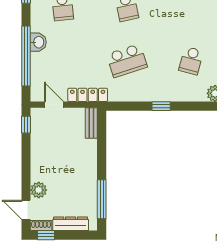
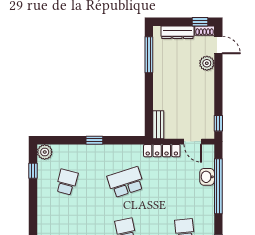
washbasin: (38, 42) -> (207, 177), moved

